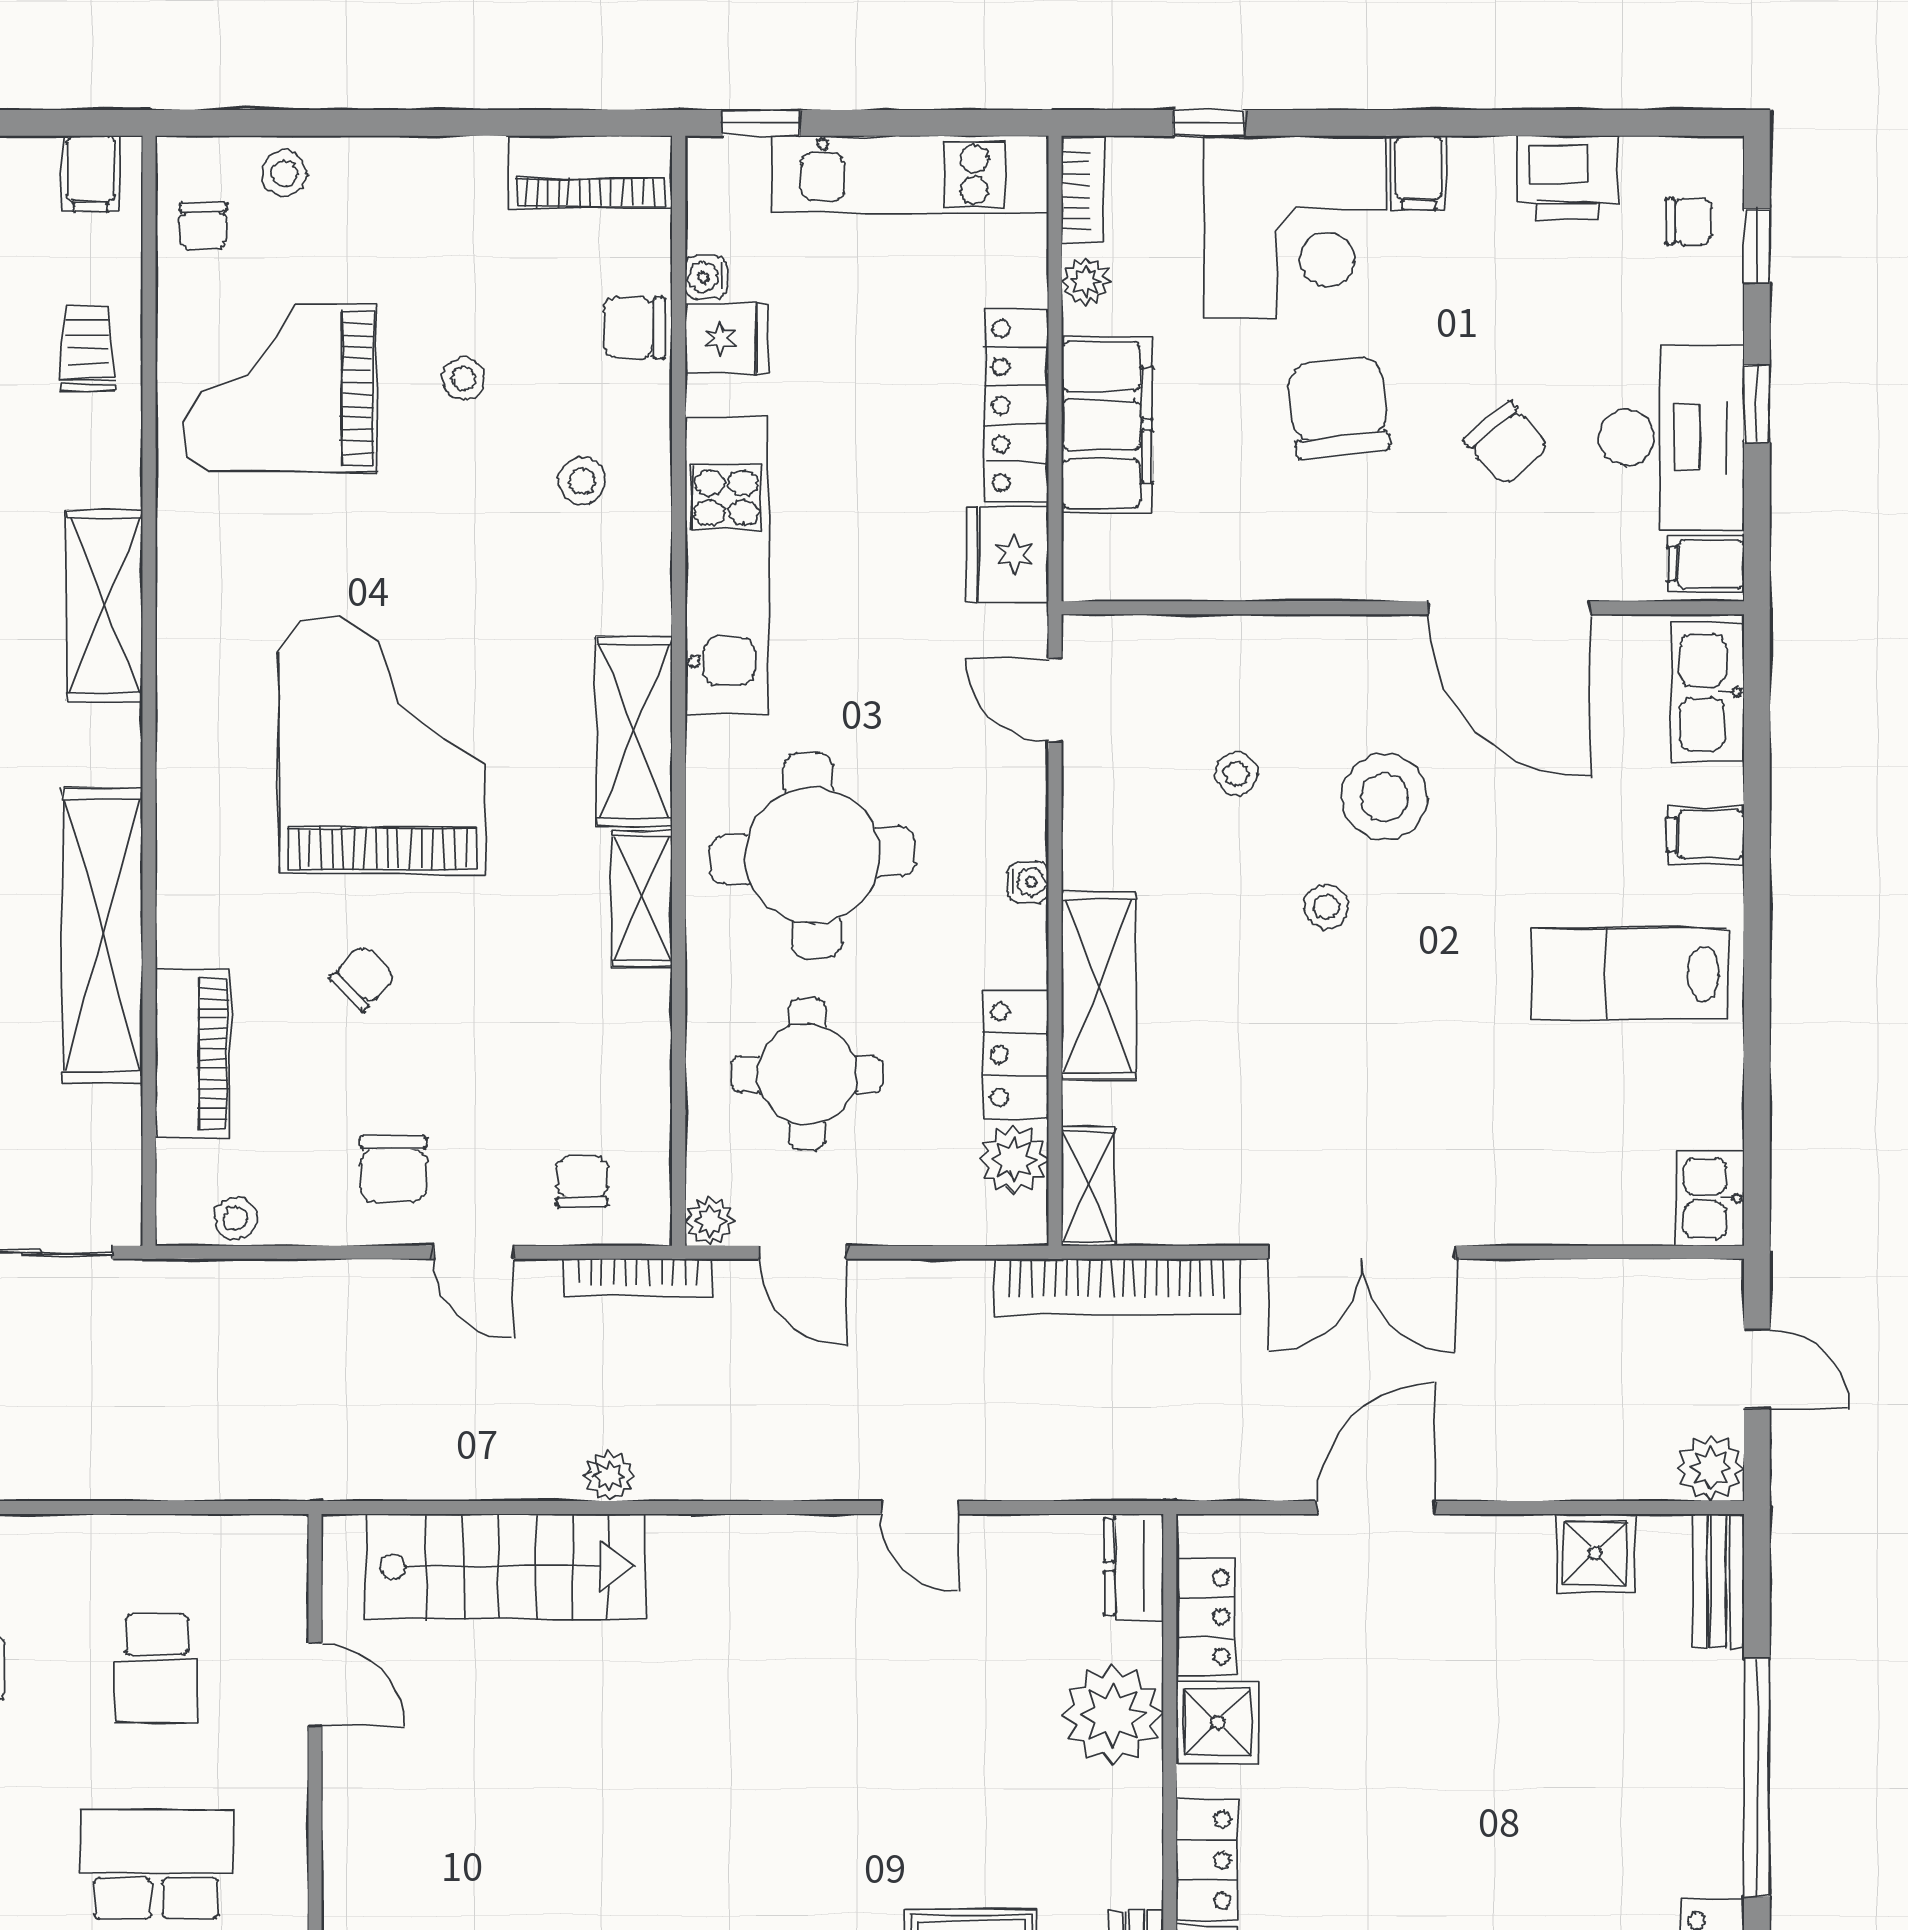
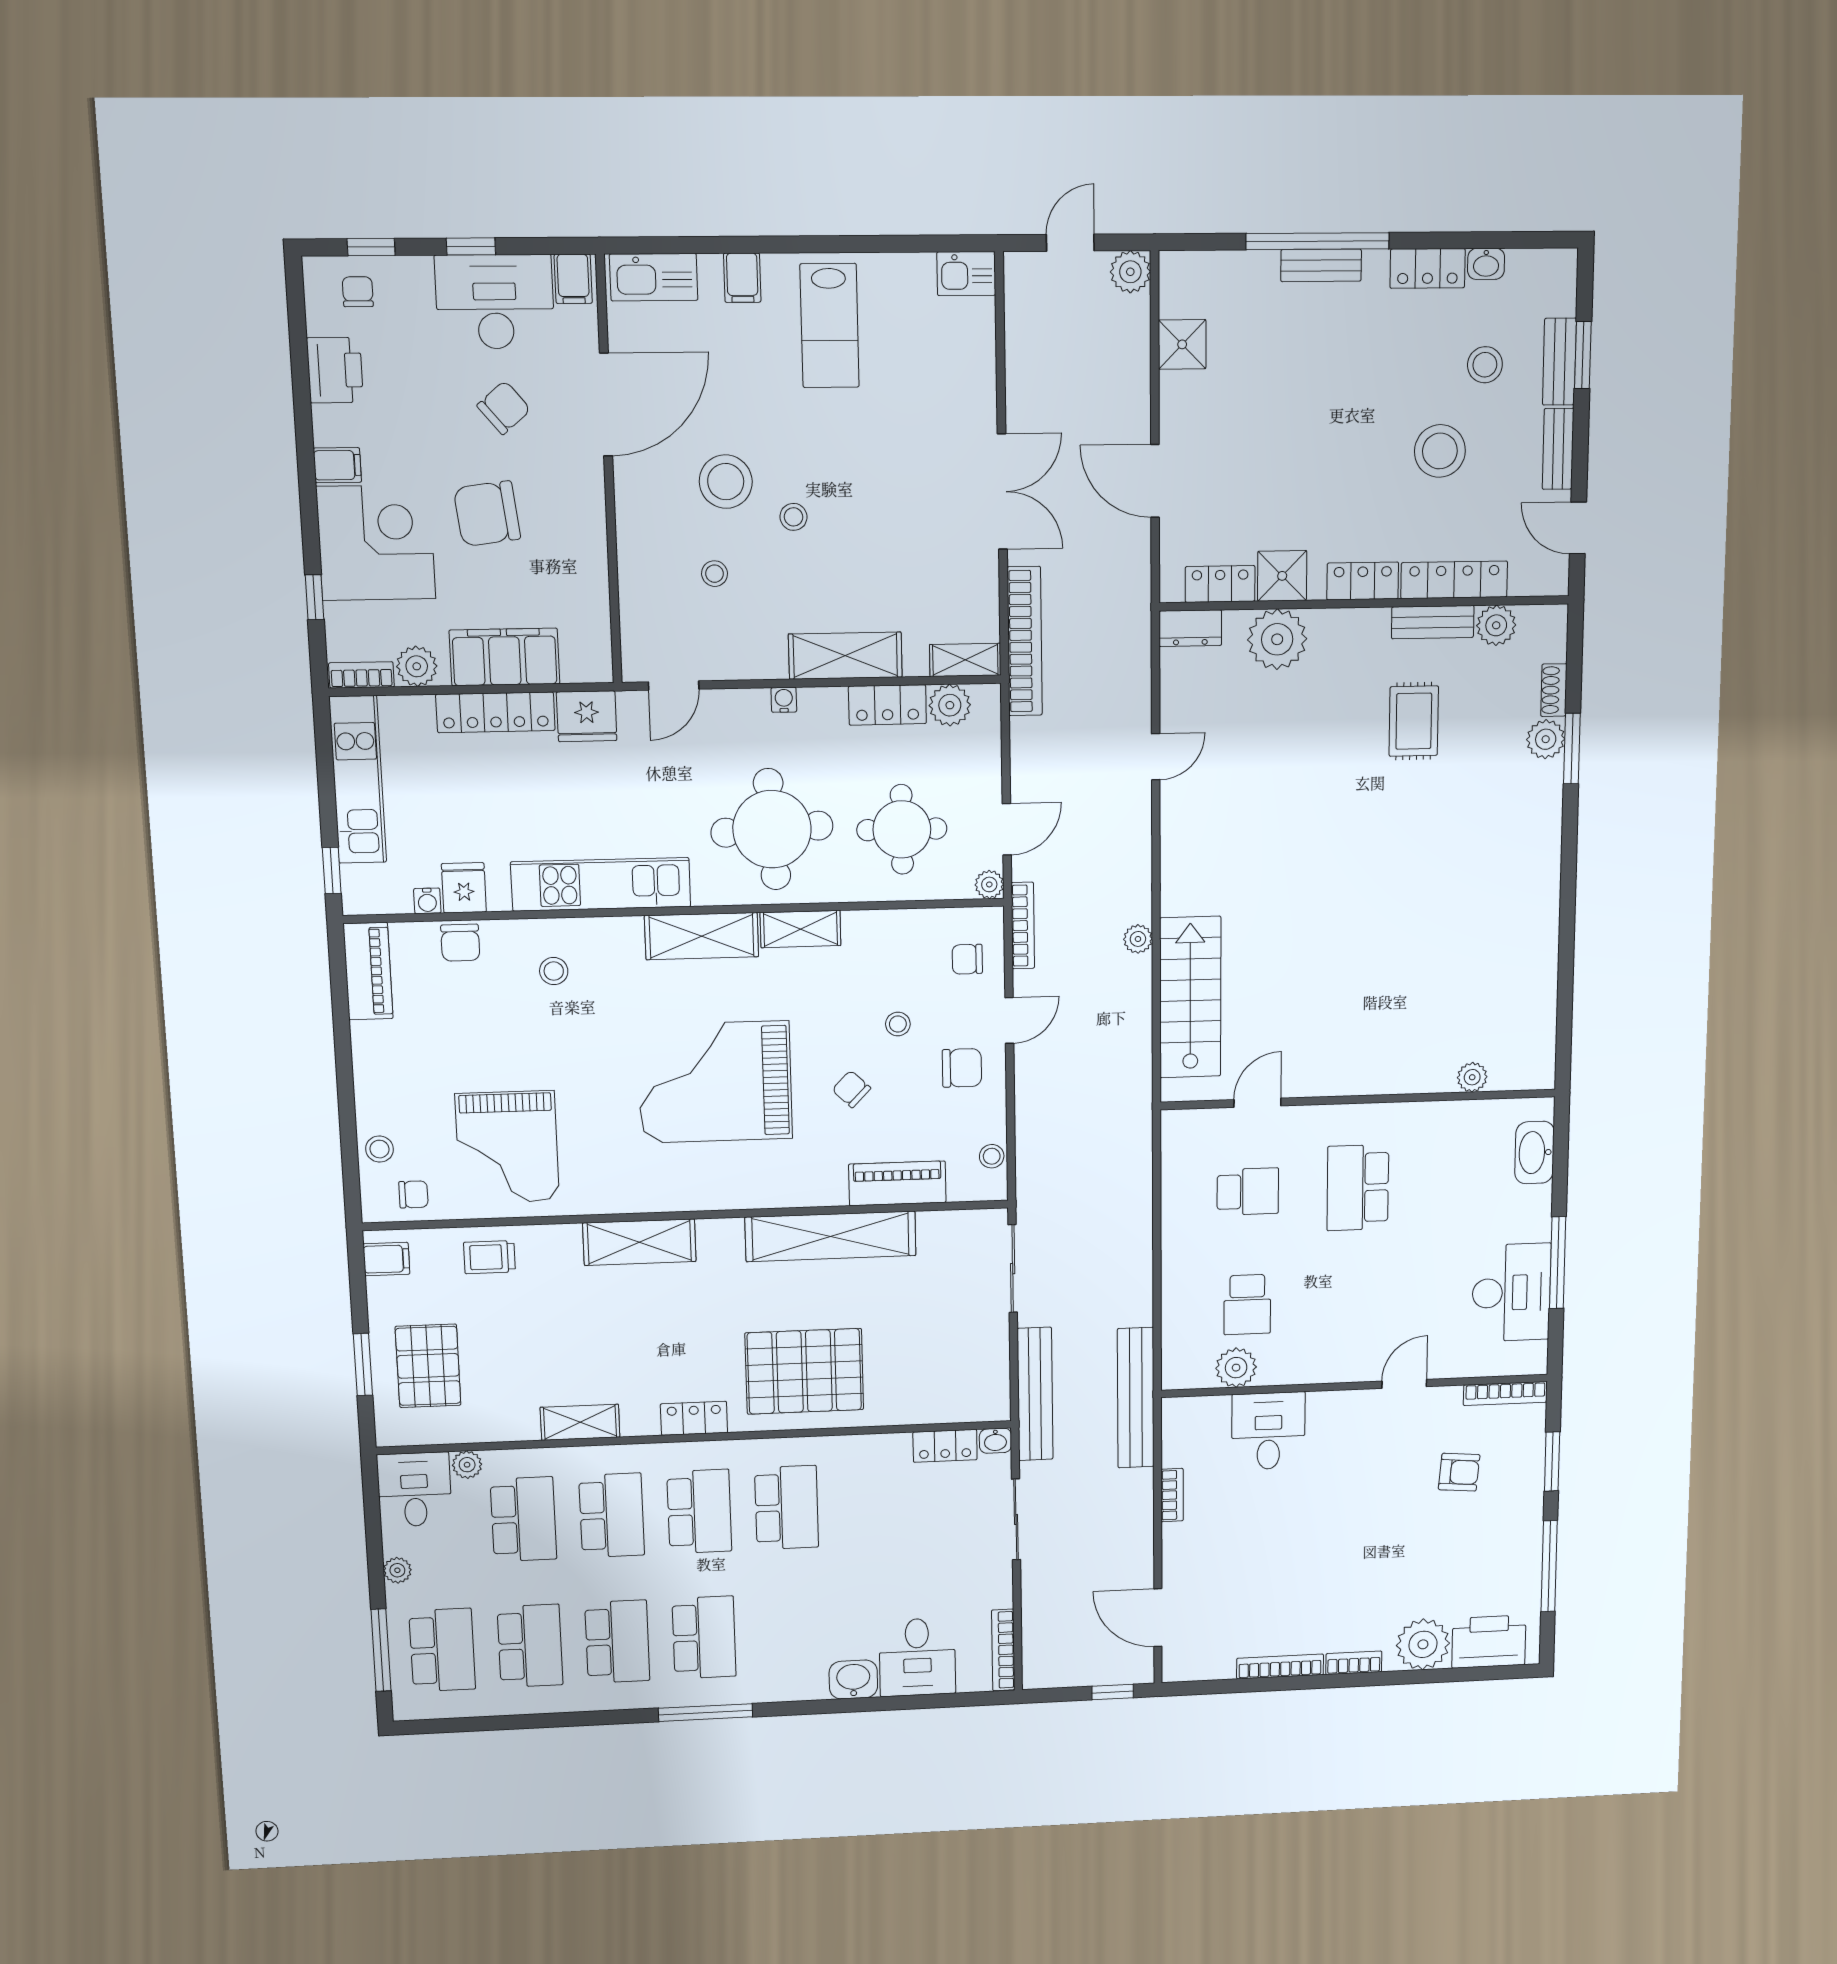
plant: (1085, 281) -> (417, 666), width x1.38, depth x1.38
stool: (464, 379) -> (898, 1024), moved
bench: (1719, 1581) -> (1321, 265), moved

